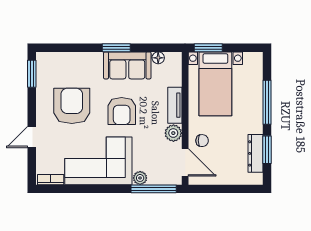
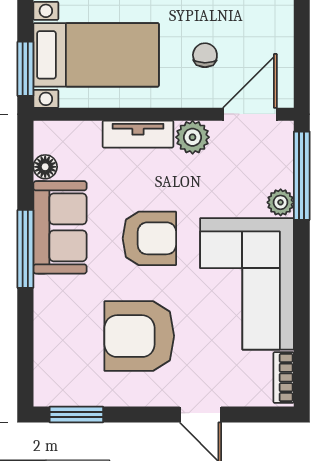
window: (116, 48) -> (25, 249), width x1.44
chair: (202, 141) -> (205, 55), moved

